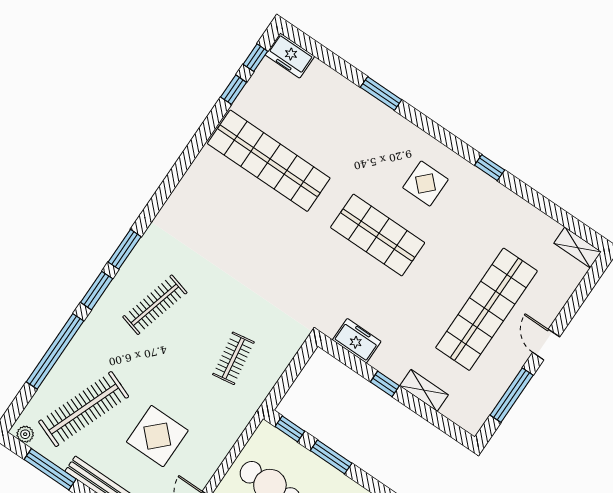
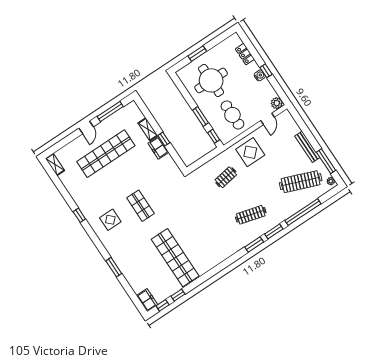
shop shelf: (378, 235) -> (141, 206), width x0.70, depth x0.74
freezer: (357, 341) -> (158, 148), moved
display table: (157, 436) -> (250, 152), moved

